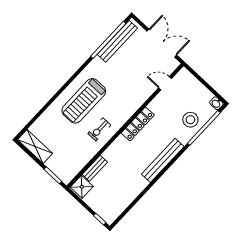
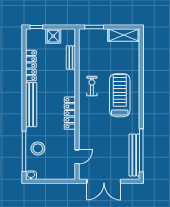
shower: (82, 187) -> (53, 36), moved
locker: (133, 192) -> (31, 66), added

